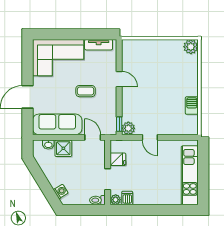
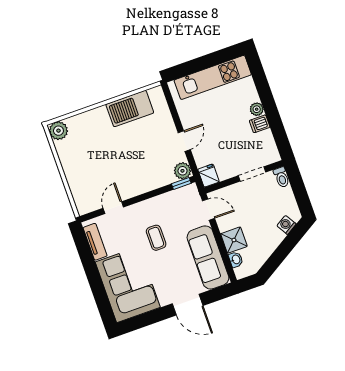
door: (119, 79) -> (113, 208), moved
barbecue: (192, 106) -> (130, 109), width x1.88, depth x1.53
door: (93, 137) -> (209, 210), swing flipped
fridge: (118, 159) -> (209, 176), moved
dishwasher: (127, 198) -> (260, 124), moved
plant: (116, 200) -> (257, 109), moved

